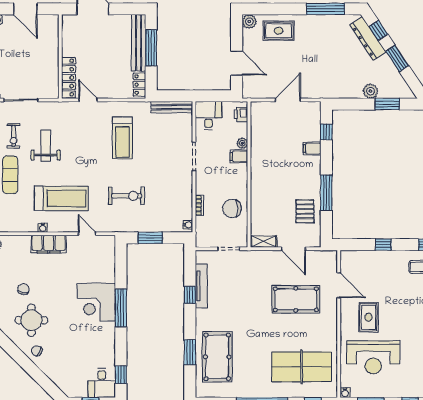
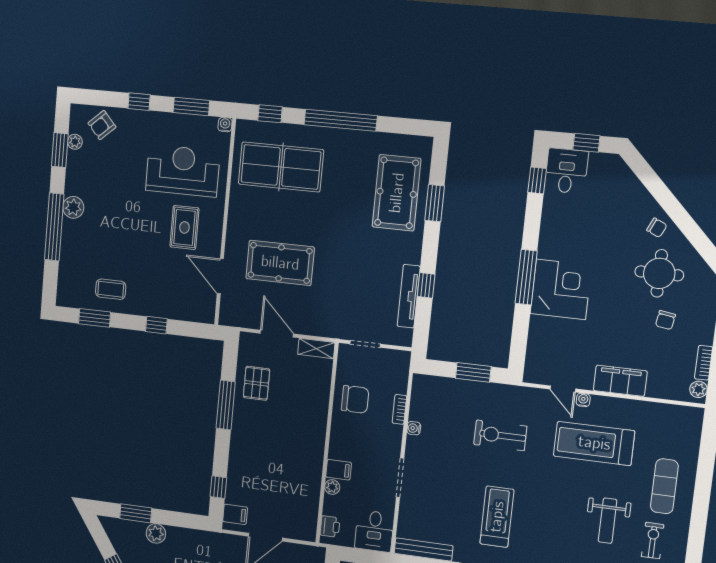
filing cabinet: (312, 149) -> (235, 514), moved
water cooler: (188, 225) -> (414, 428), moved
water cooler: (43, 228) -> (583, 400), moved

